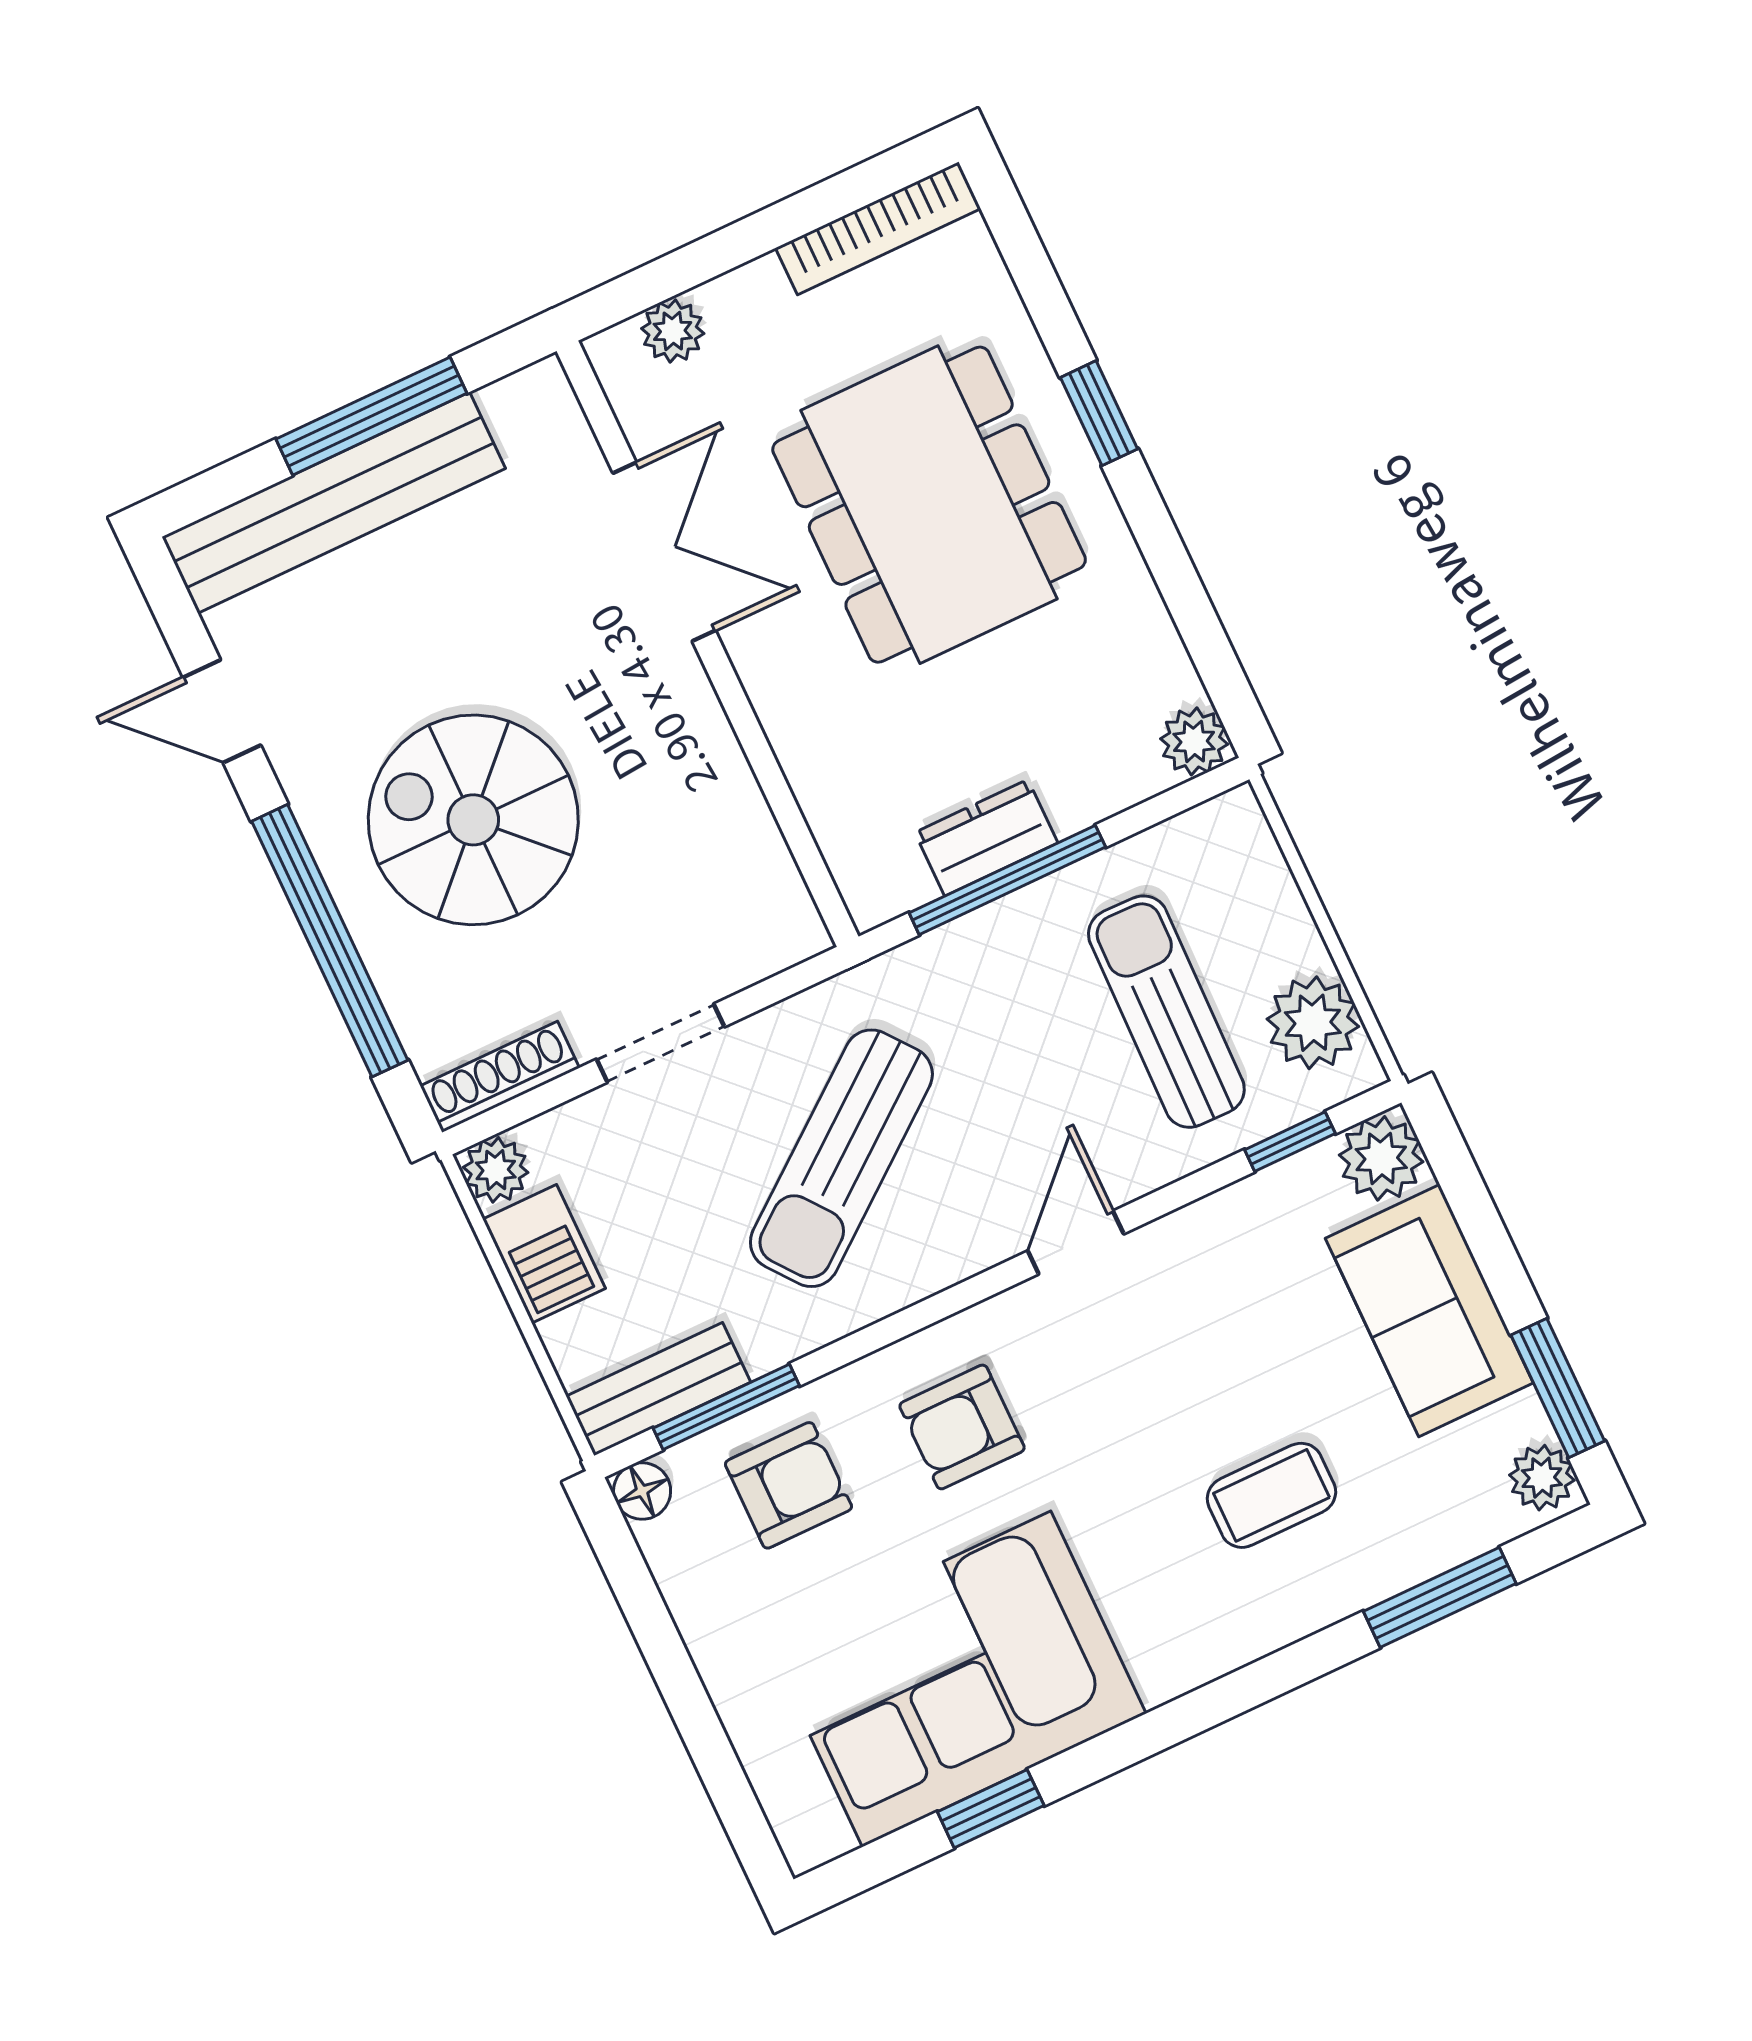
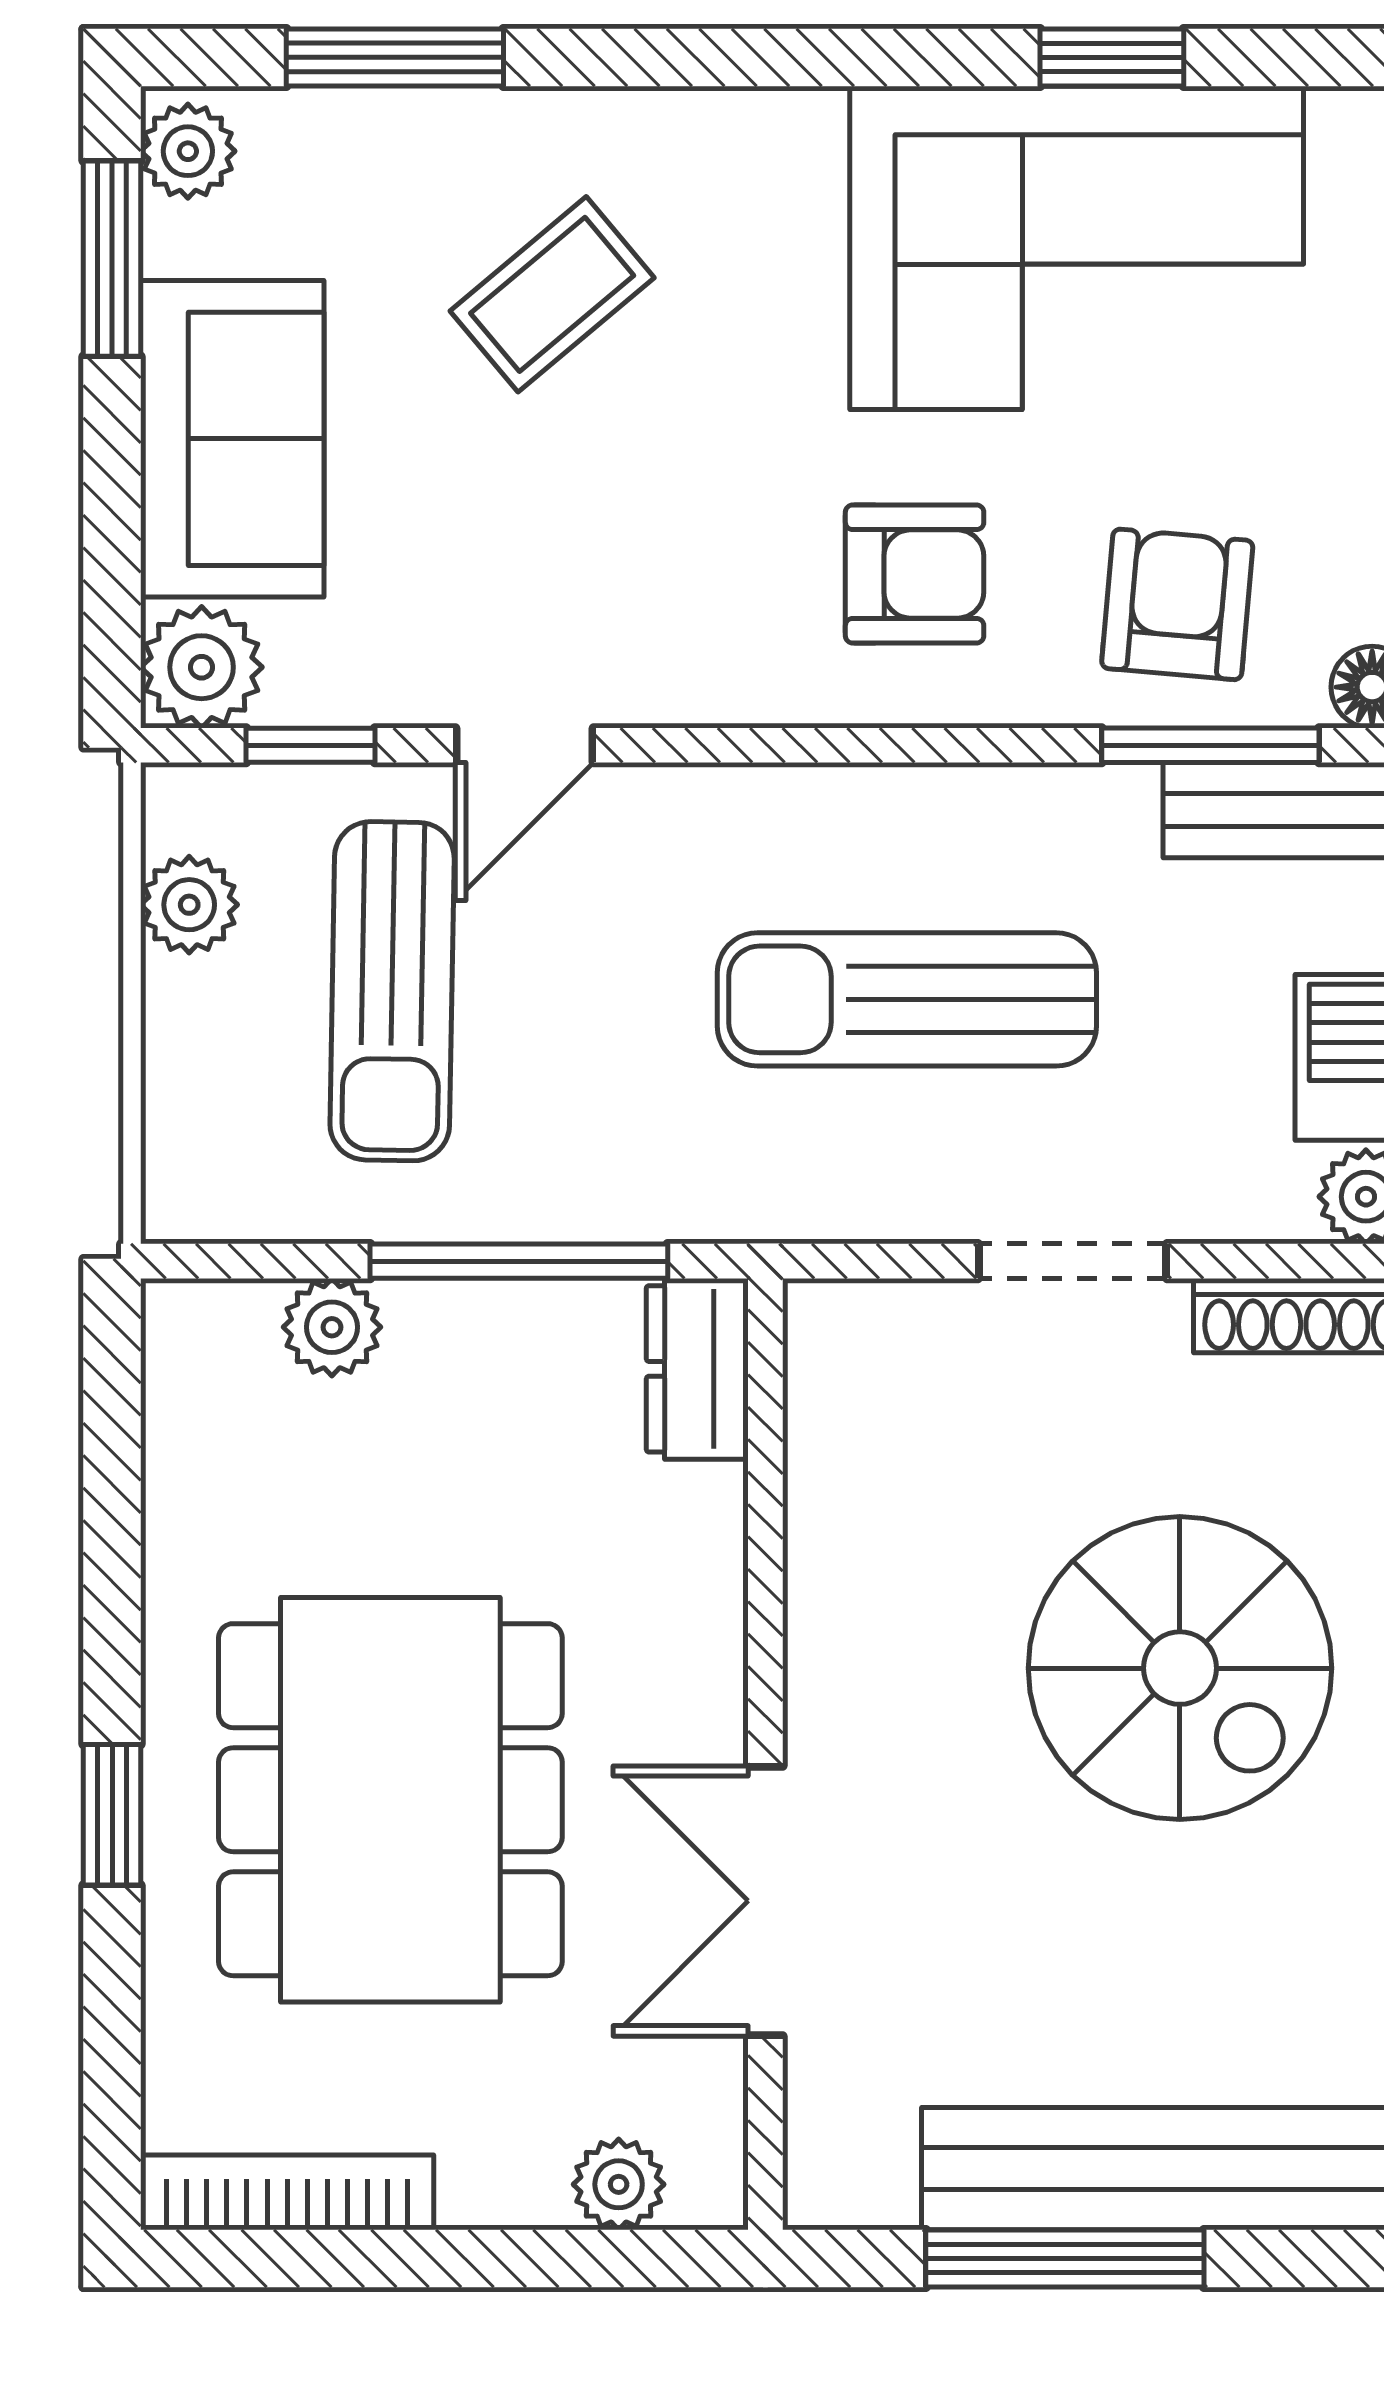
plant: (1194, 741) -> (332, 1327), moved
dresser: (986, 838) -> (697, 1369), moved, turned 90
plant: (1313, 1023) -> (189, 905), width x0.73, depth x0.73
sun lounger: (841, 1158) -> (907, 999), turned -142
door: (1076, 1242) -> (525, 745), moved
armchair: (788, 1485) -> (1177, 604), turned 95
coffee table: (1271, 1495) -> (552, 294), turned -40

